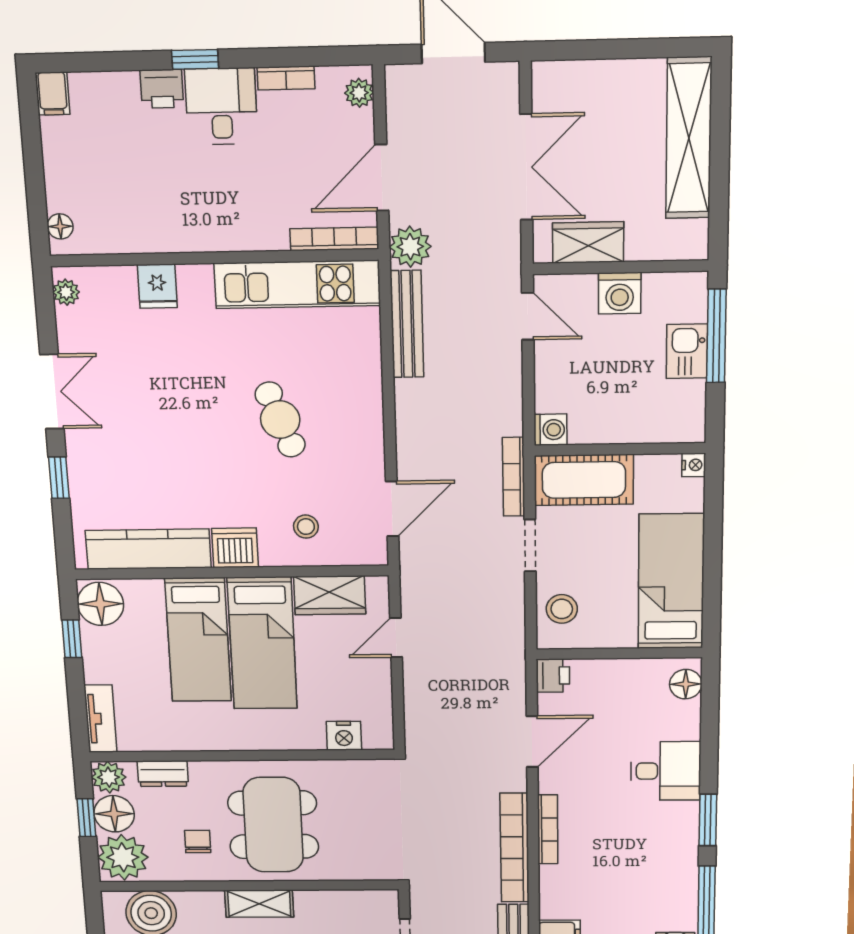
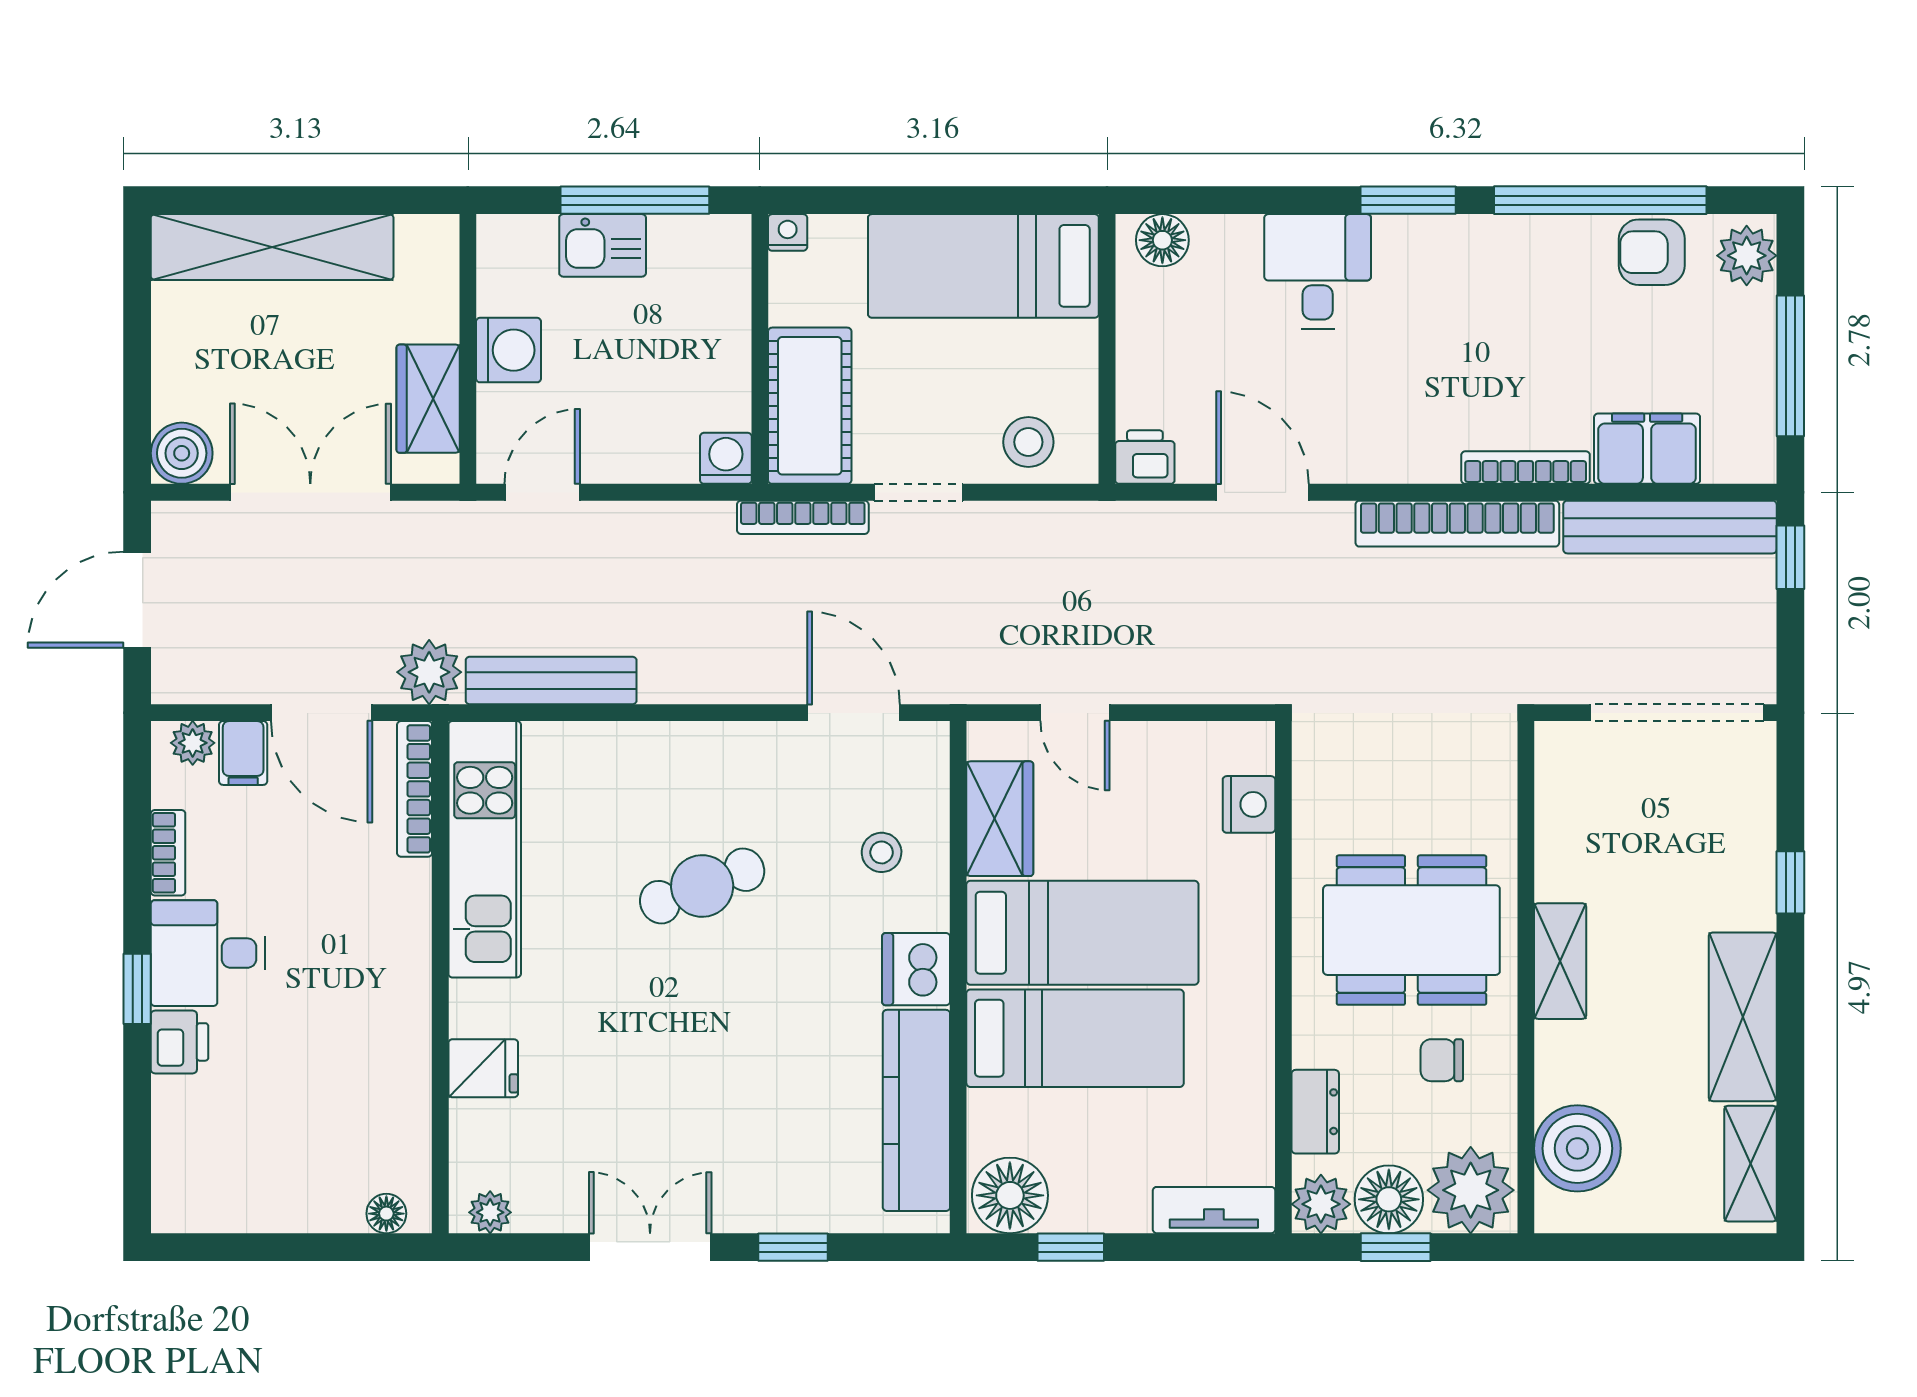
boiler: (551, 81) -> (182, 453), added
filing cabinet: (53, 94) -> (243, 753), moved, turned 90
window: (716, 336) -> (635, 200), moved
bookcase: (548, 829) -> (1526, 468), moved

